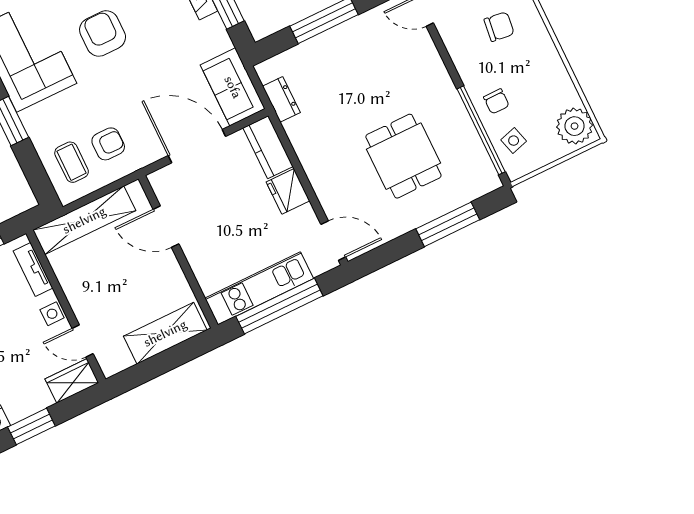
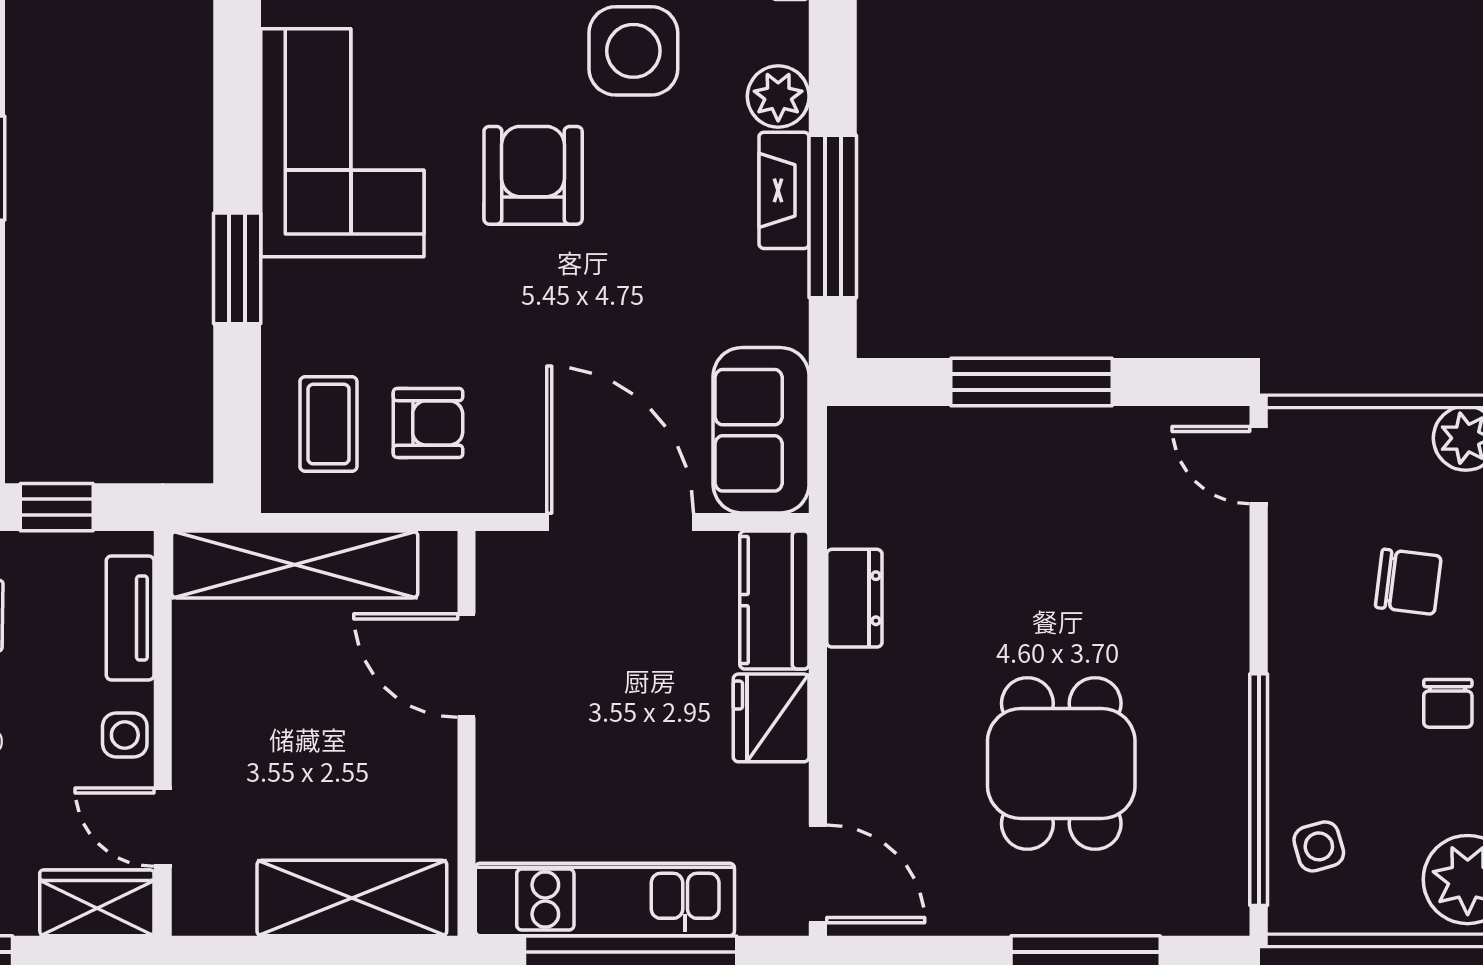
dresser: (281, 99) -> (854, 598), moved
chair: (496, 101) -> (1448, 703), moved

